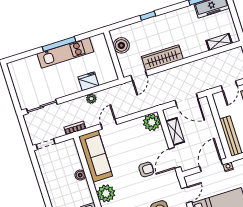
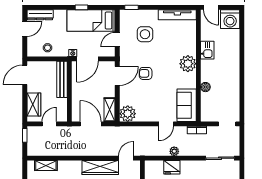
shelving: (175, 132) -> (110, 110), moved
sofa: (96, 156) -> (187, 105), width x0.73

